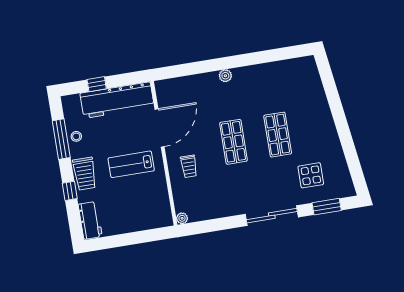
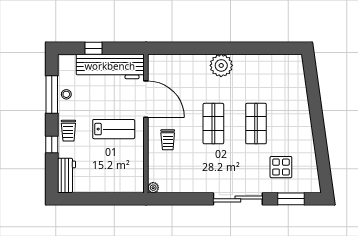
plant: (225, 76) -> (221, 65), width x1.87, depth x1.87
door: (160, 128) -> (146, 99), hinge flipped
lab bench: (131, 164) -> (114, 129), turned 180
trolley: (85, 174) -> (68, 131), width x0.73, depth x0.72

